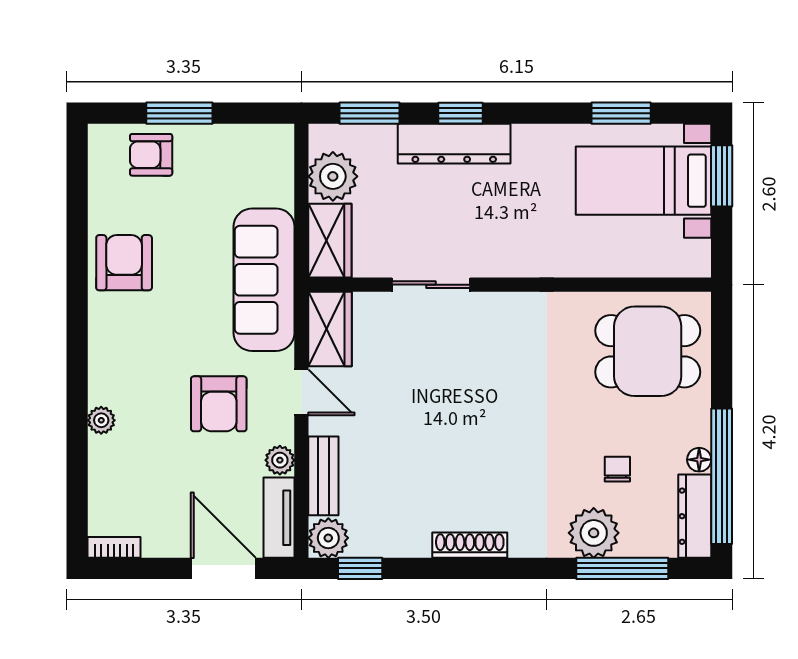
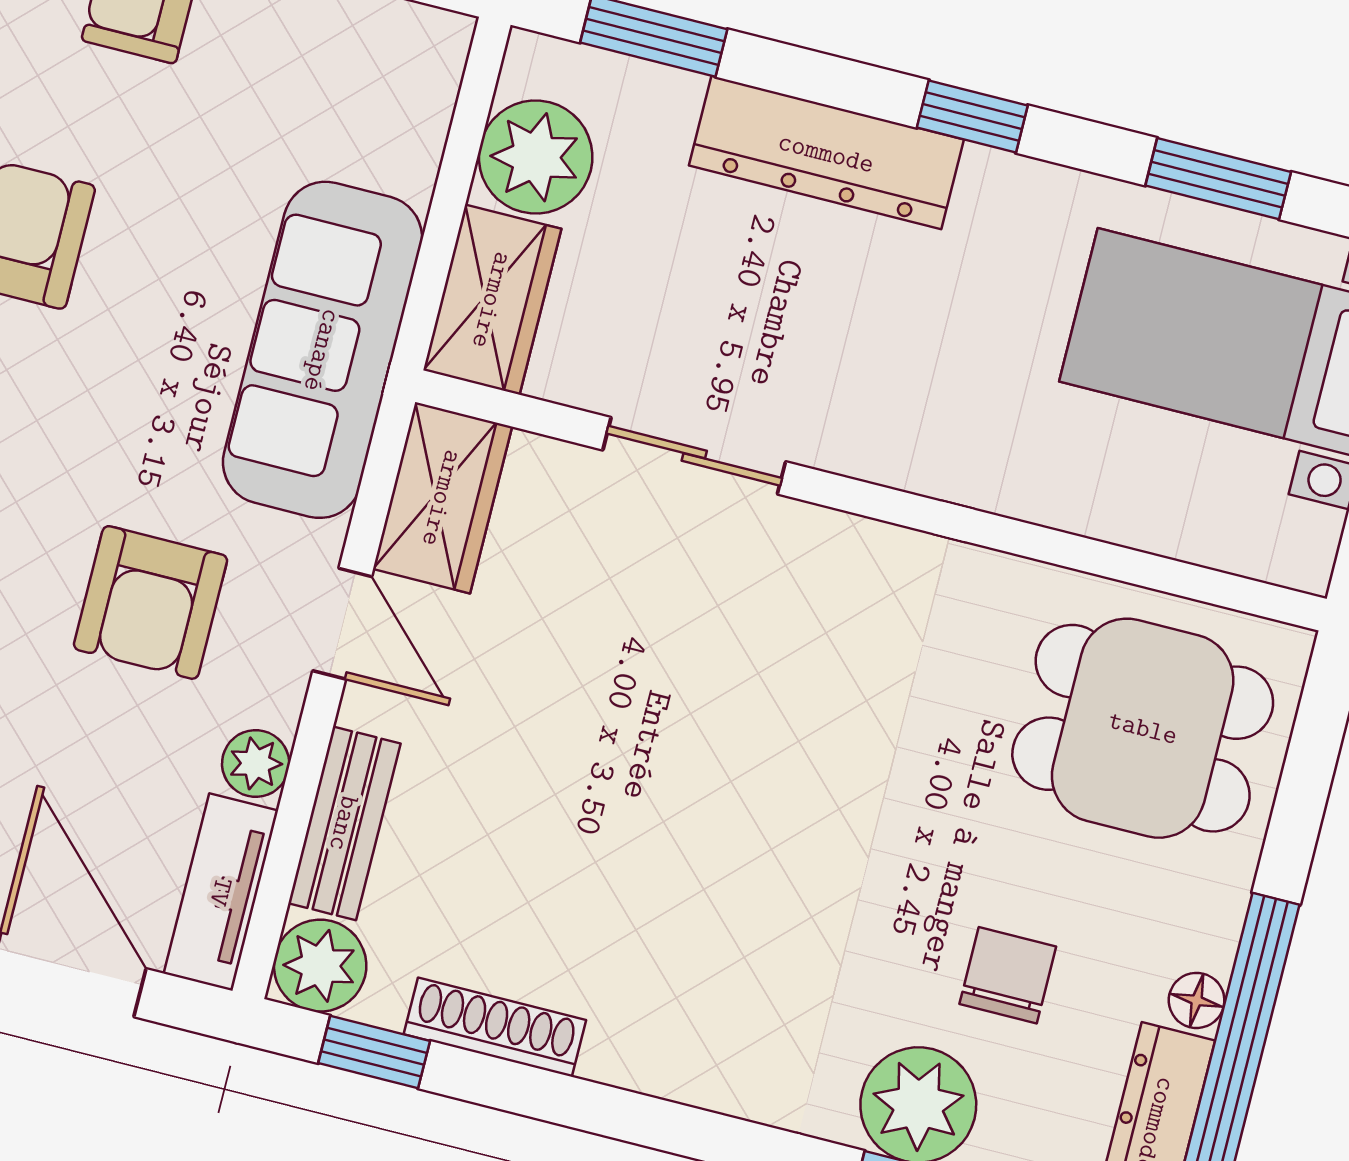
window: (461, 113) -> (972, 116), moved
chair: (617, 469) -> (1008, 975), width x1.37, depth x1.37
shoe rack: (470, 545) -> (495, 1027), moved

